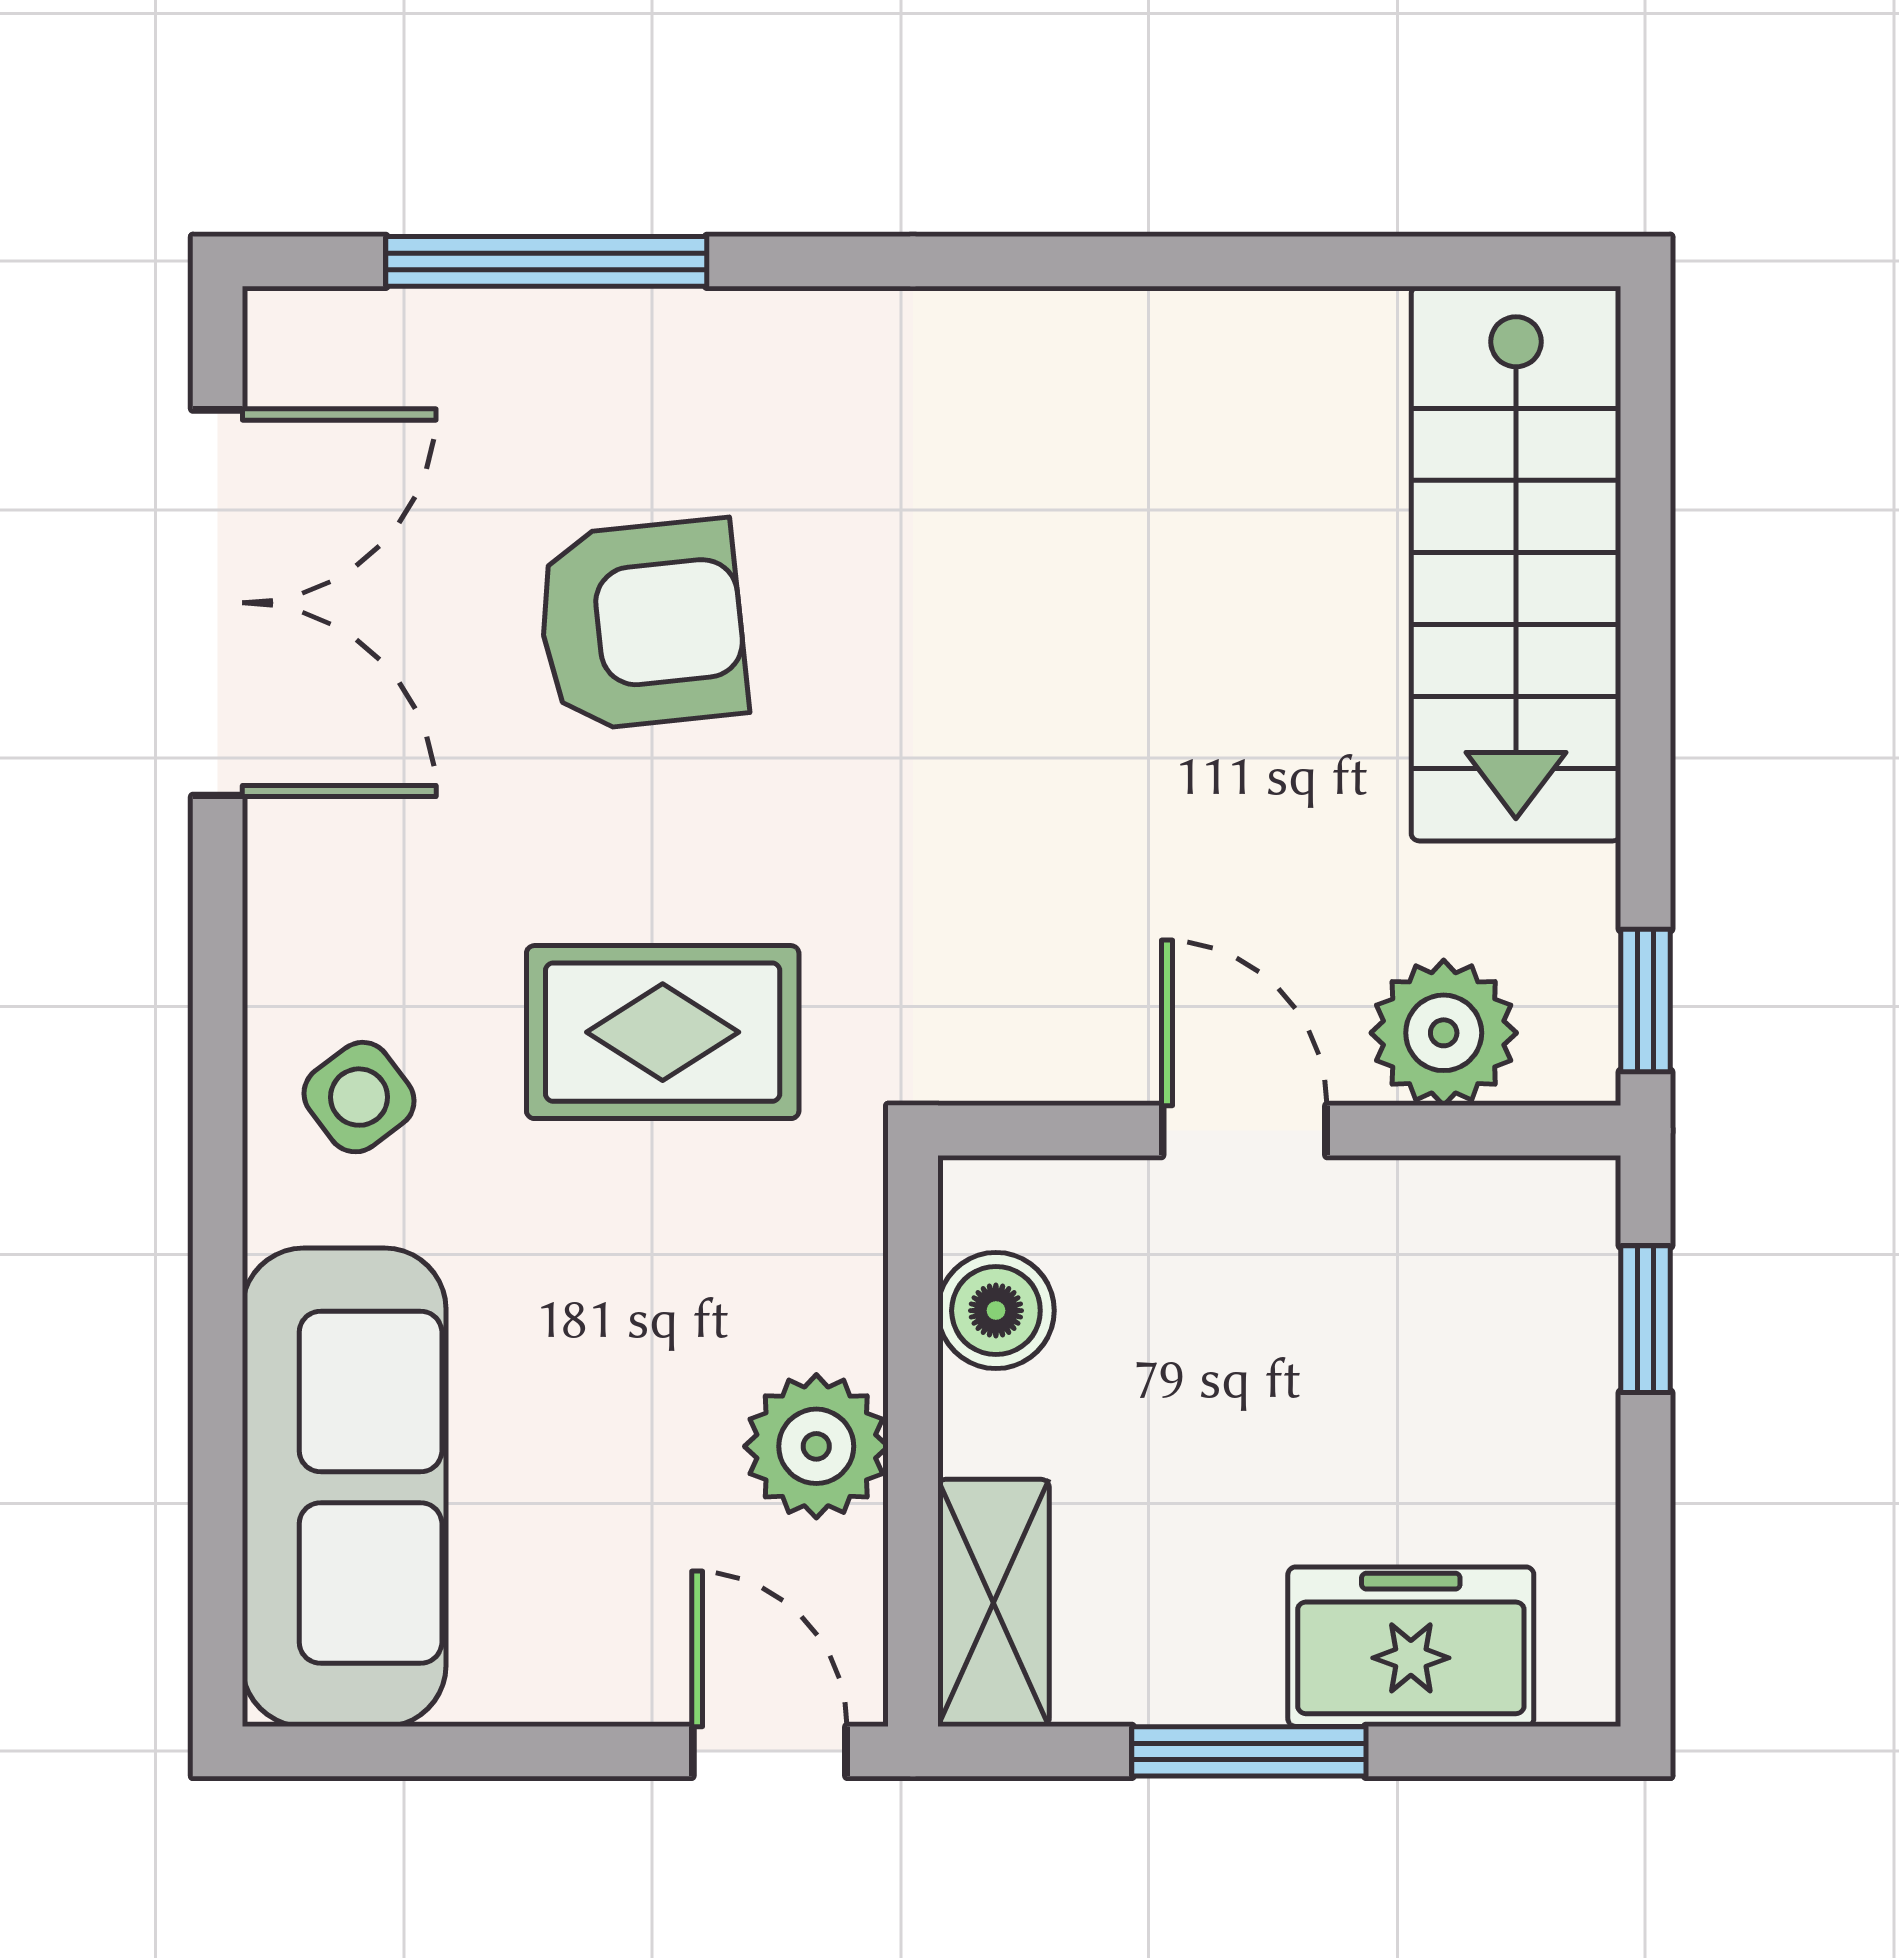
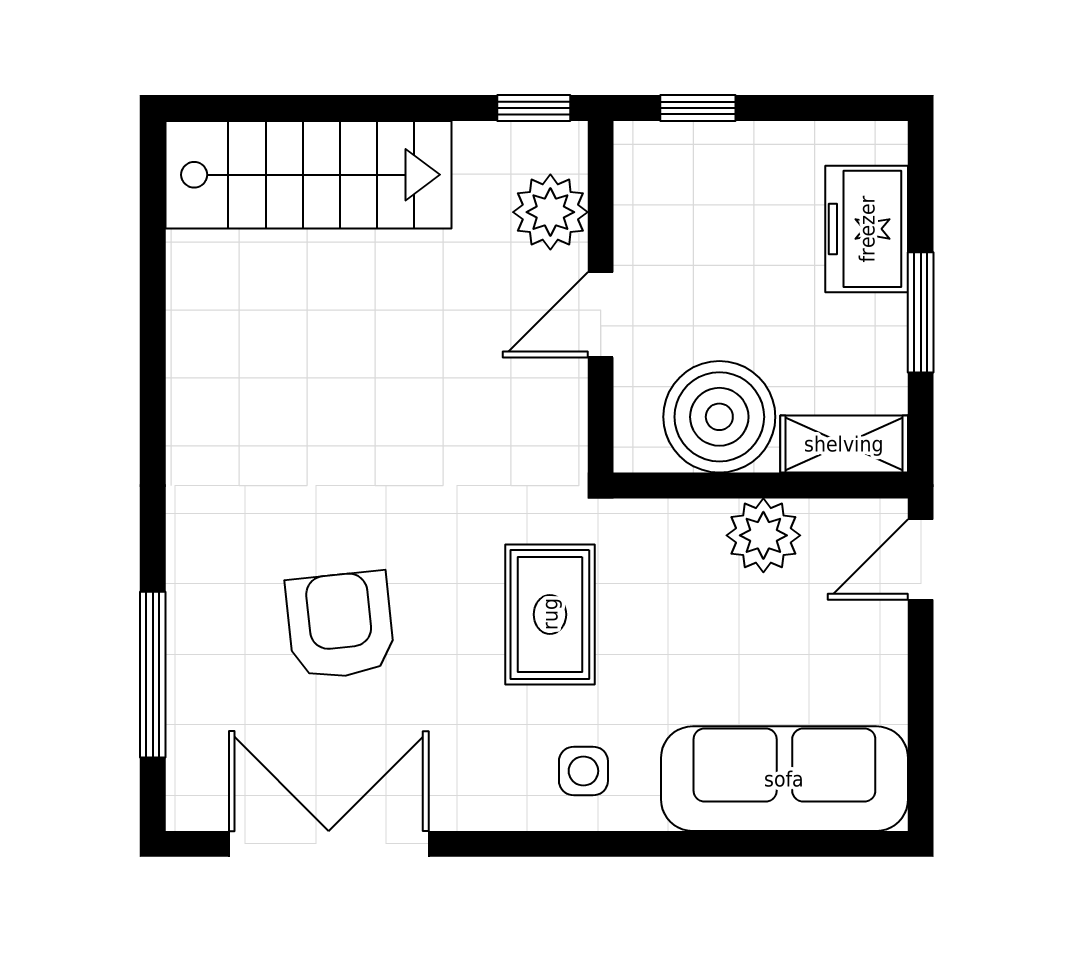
side table: (359, 1097) -> (583, 771), turned 37
boiler: (996, 1311) -> (719, 417), width x1.86, depth x1.86

